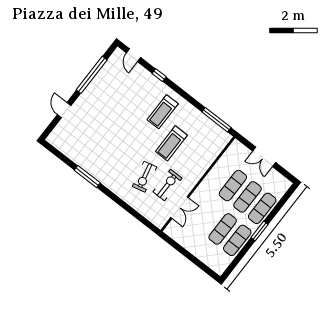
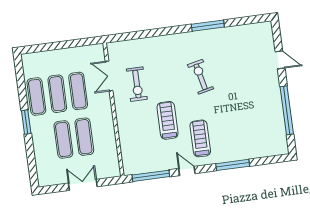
door: (133, 55) -> (187, 171), moved
window: (159, 75) -> (233, 165), width x2.17
exercise bike: (145, 177) -> (201, 77), moved
exercise mat: (262, 208) -> (78, 91), moved

